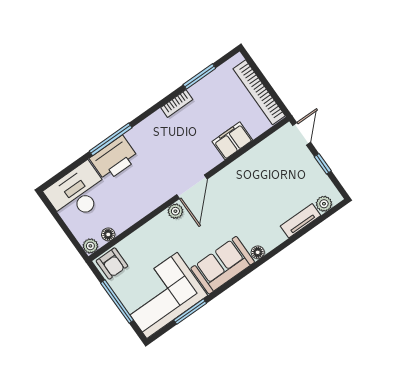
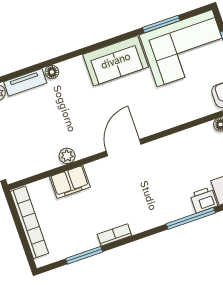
printer: (114, 158) -> (204, 200), width x0.53, depth x0.68
plant: (175, 211) -> (67, 156), moved
floor lamp: (258, 252) -> (52, 72), moved

